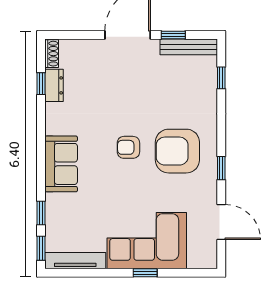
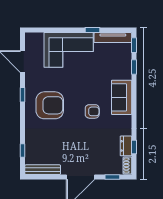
window: (173, 35) -> (112, 177), moved
armchair: (128, 147) -> (92, 111), moved
window: (145, 273) -> (93, 30), moved

